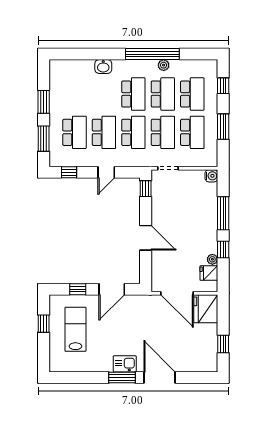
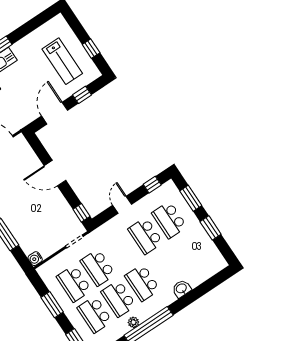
school desk: (133, 132) -> (122, 252), removed

